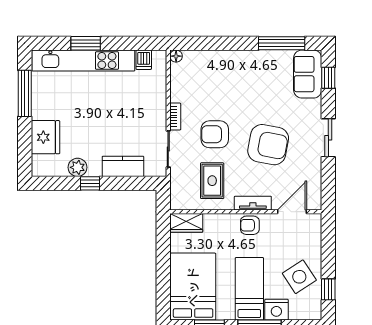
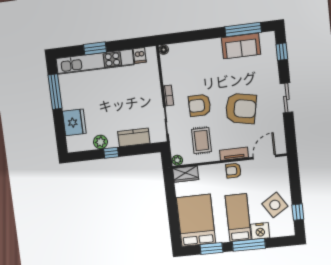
sofa: (308, 74) -> (241, 46), moved, turned -90
plant: (177, 203) -> (177, 160), added

